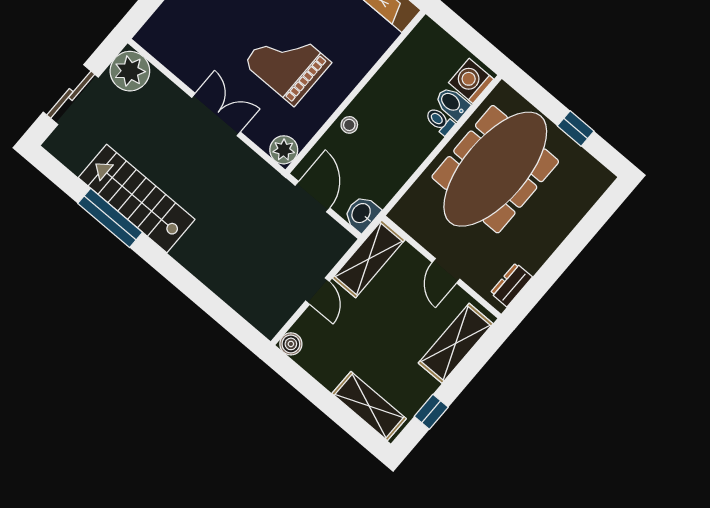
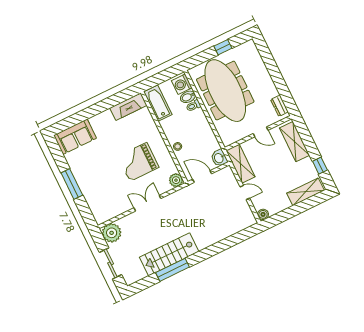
bathtub: (415, 51) -> (158, 103), added

